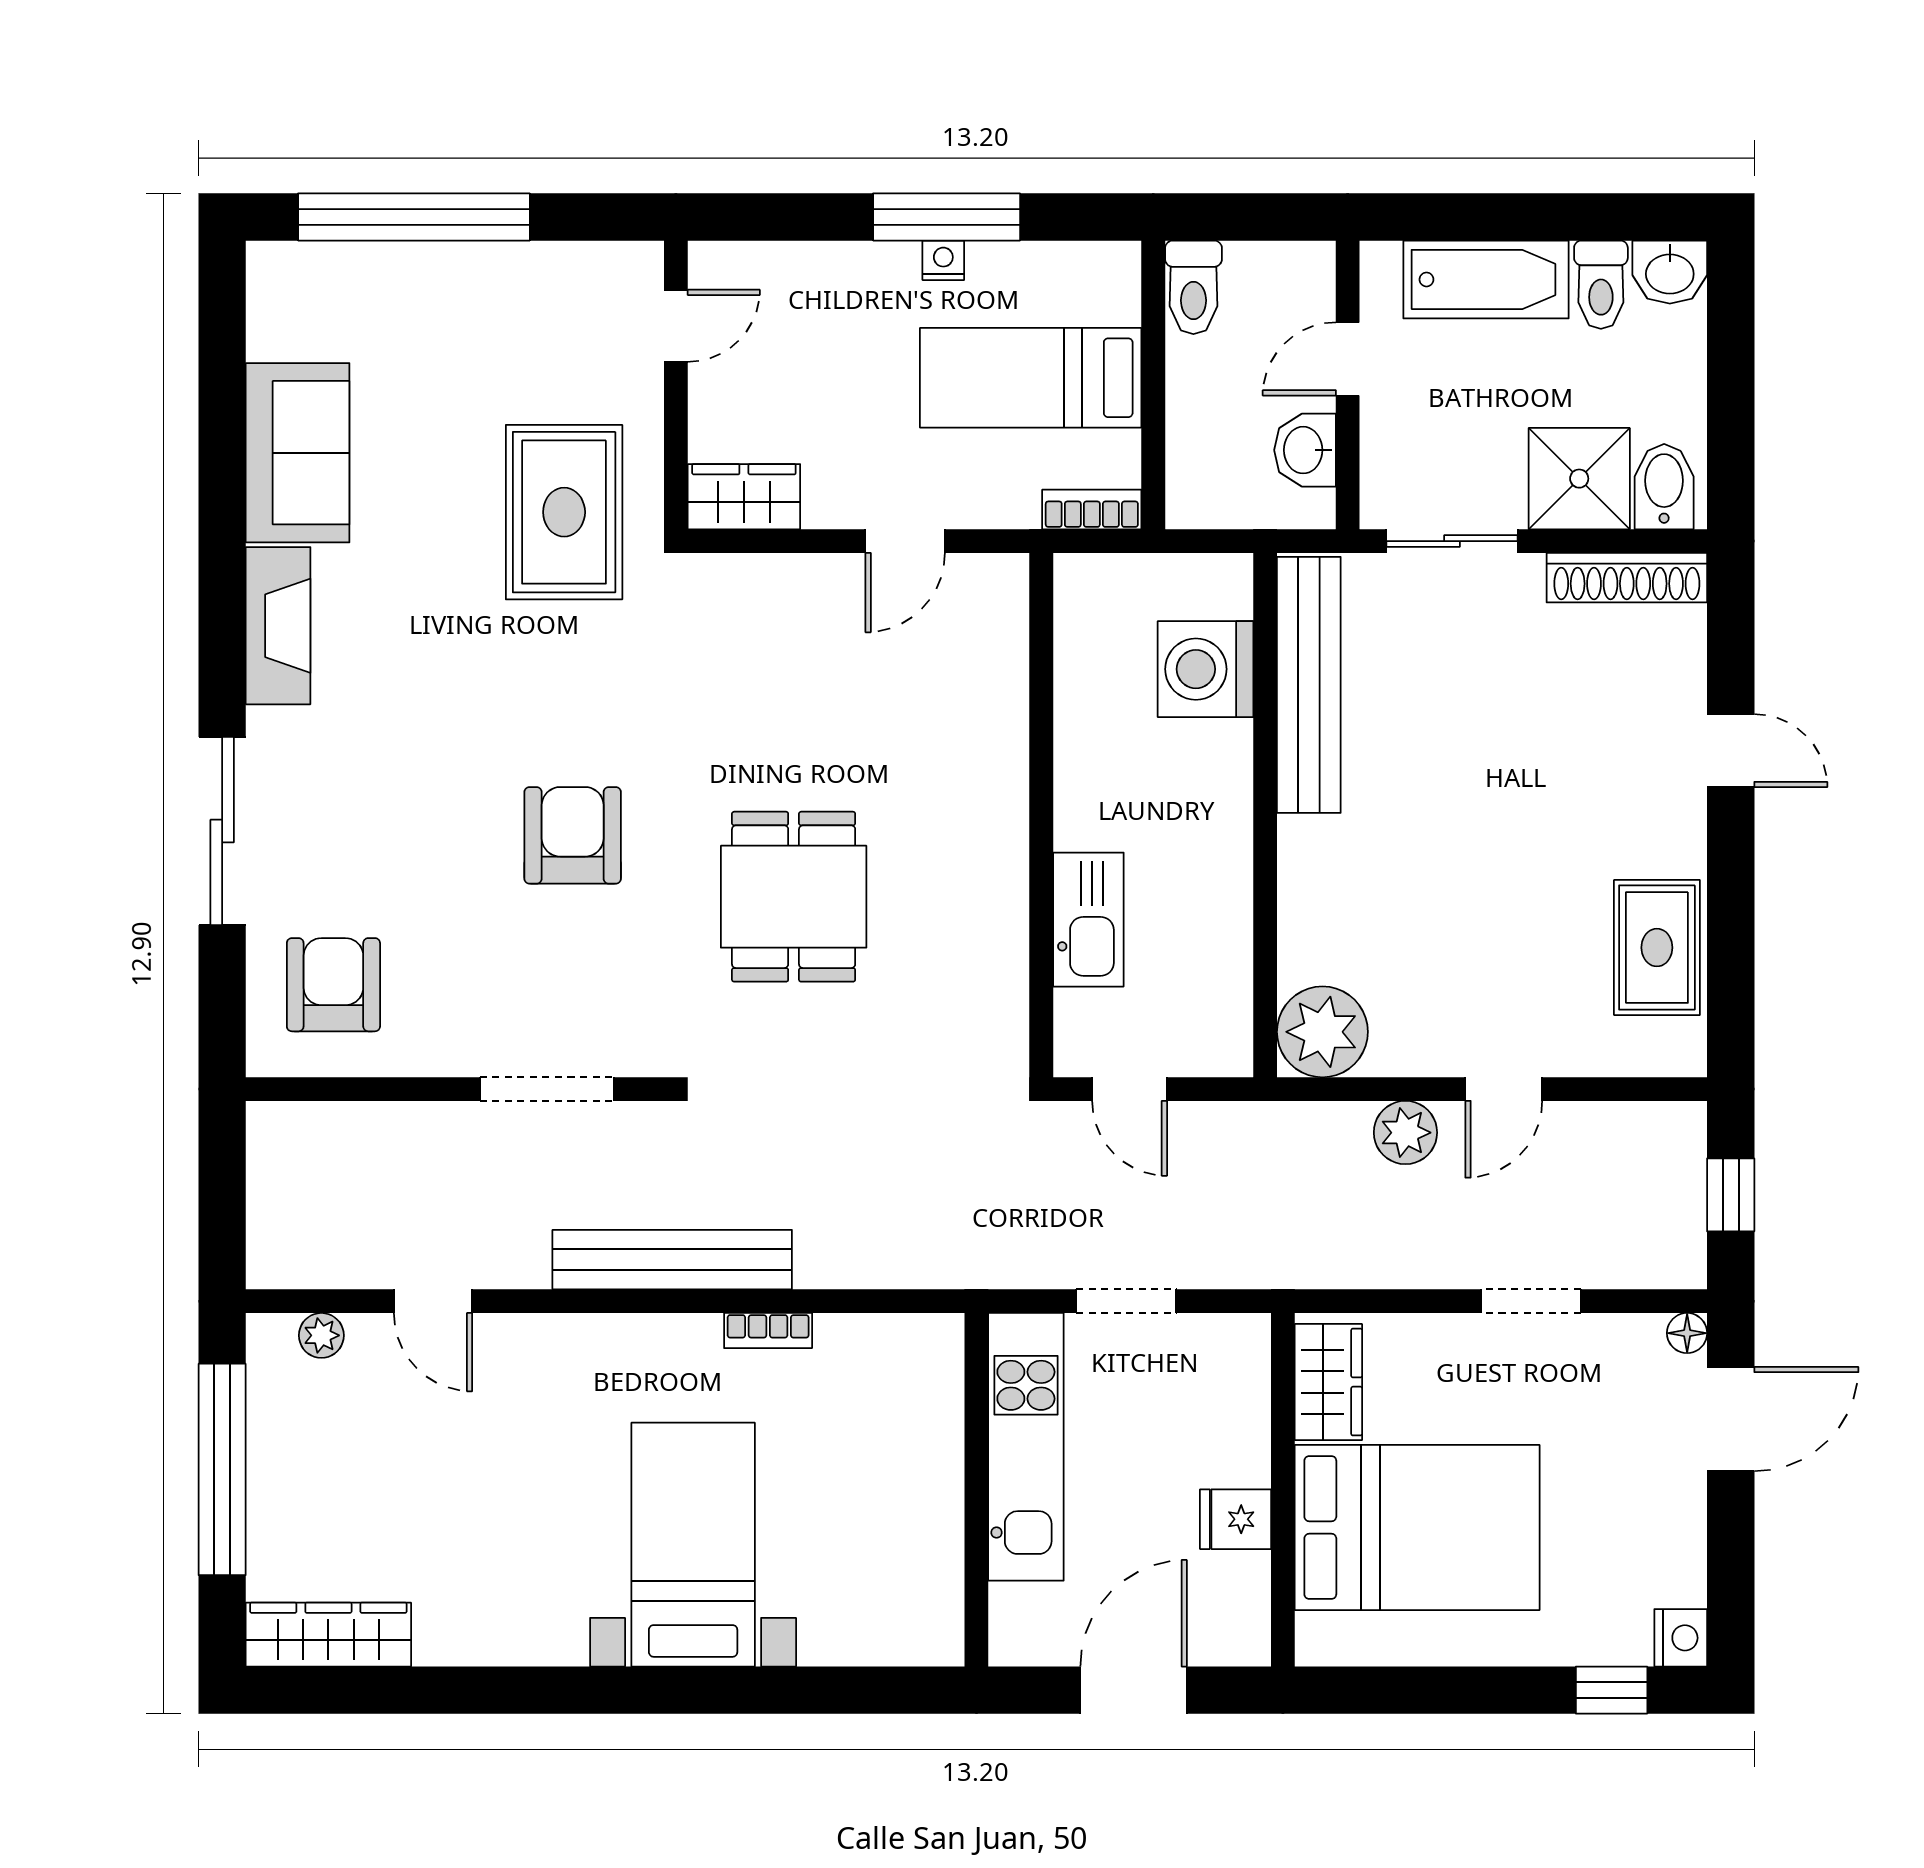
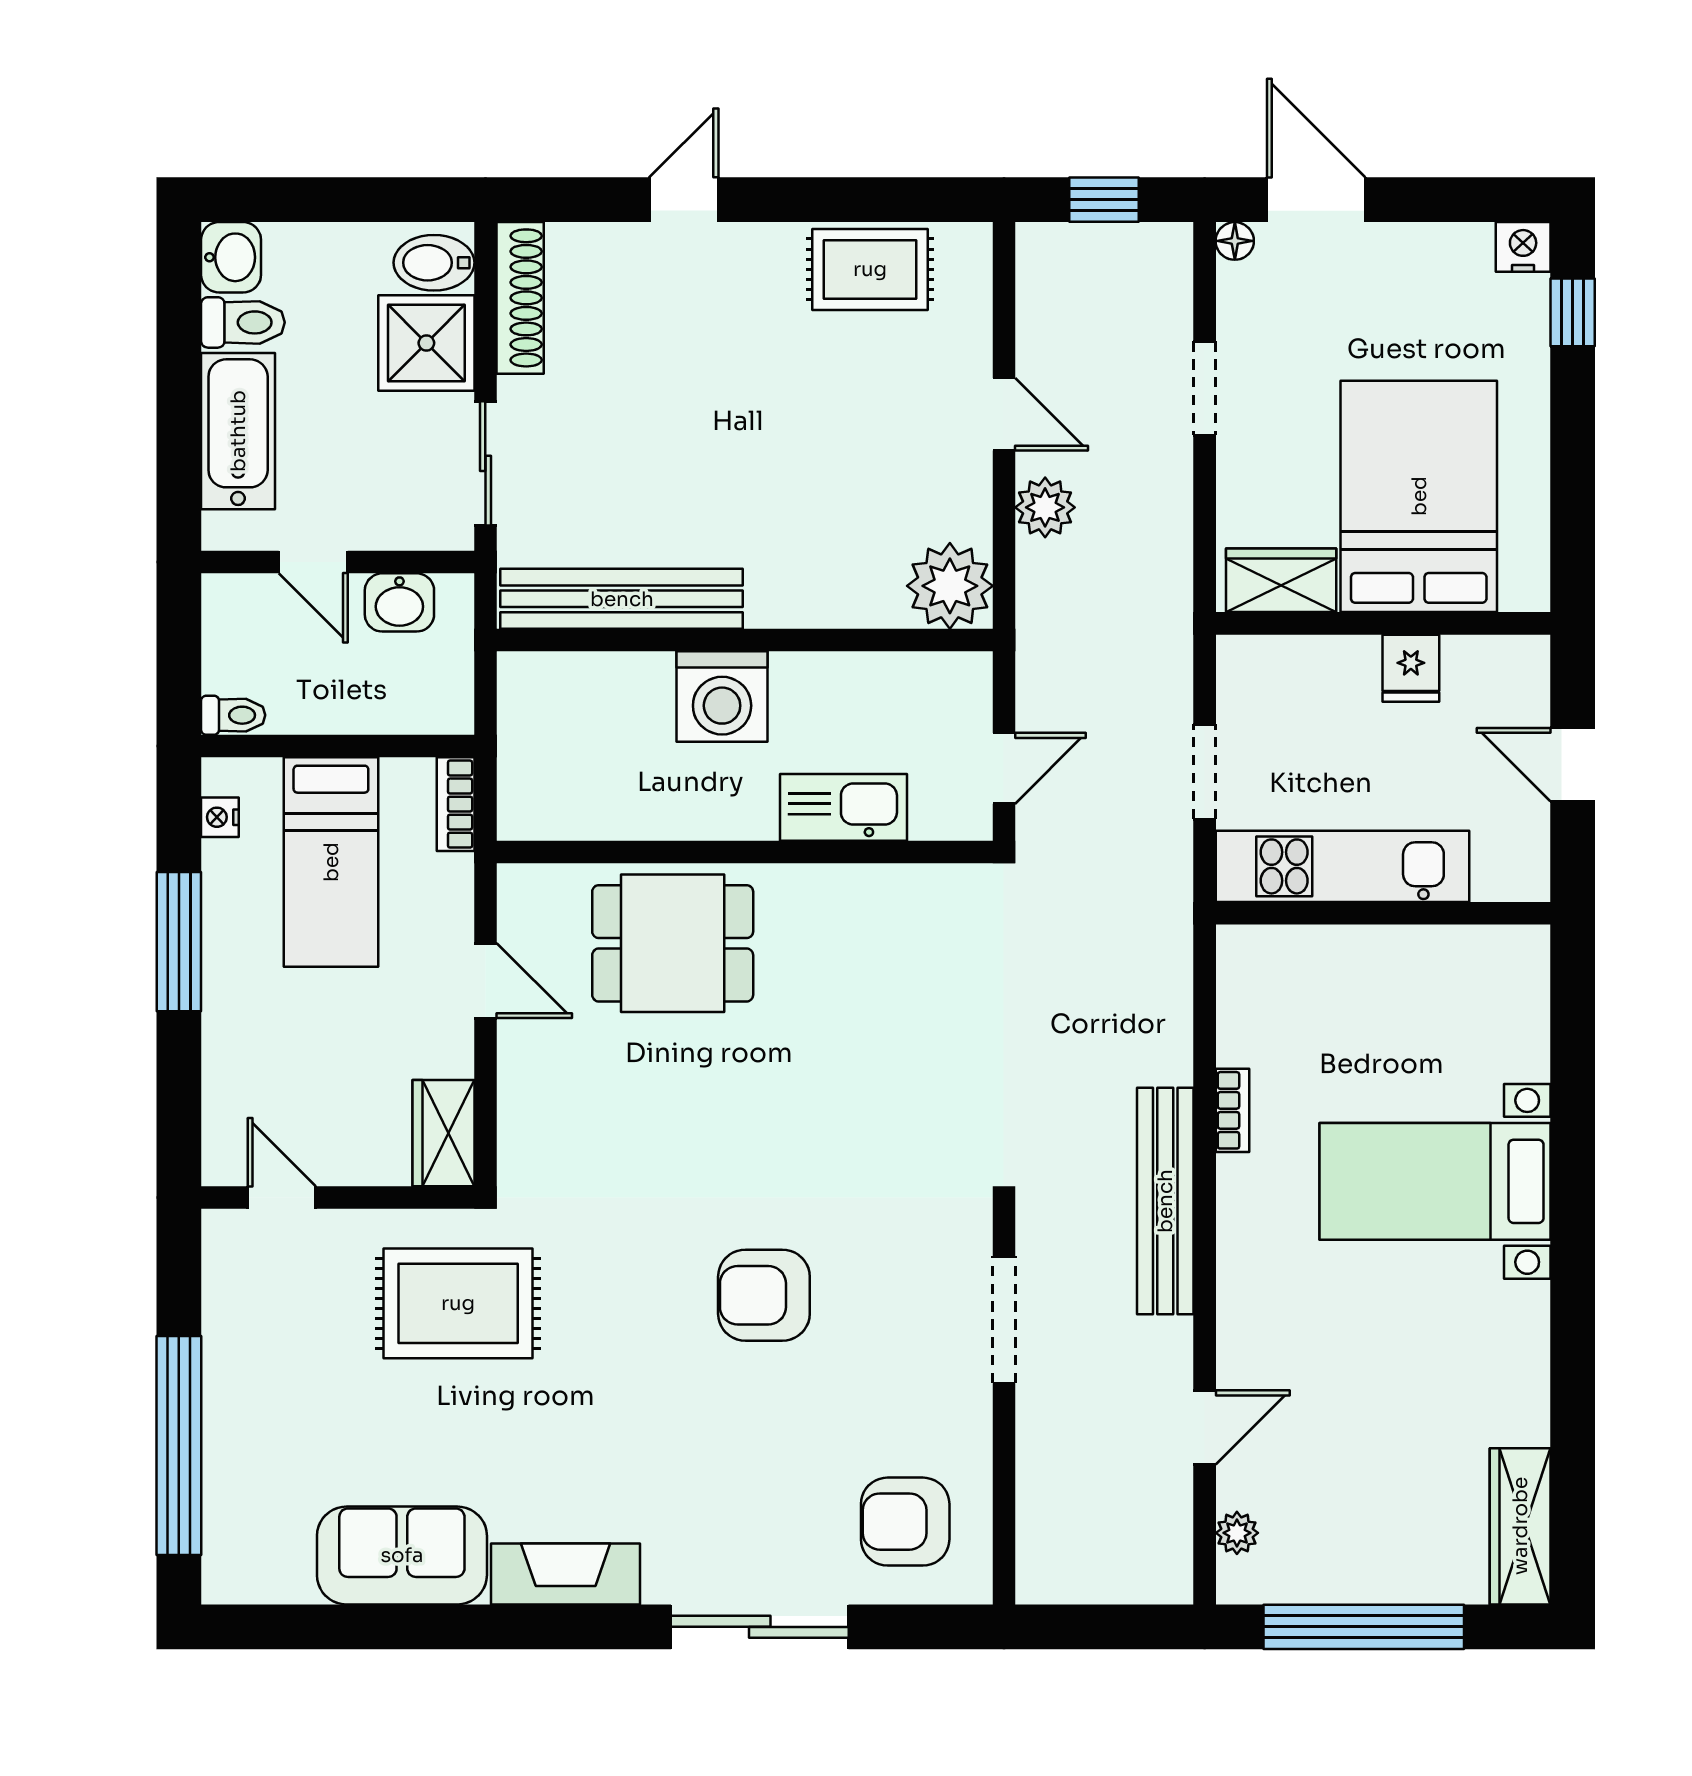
nightstand: (943, 260) -> (220, 817), moved
toilet: (1193, 287) -> (233, 715), width x0.73, depth x0.72
washing machine: (1205, 669) -> (722, 697), moved
dining table: (794, 897) -> (673, 943), moved
door: (1134, 1690) -> (1573, 765), width x0.73

